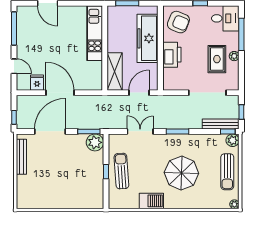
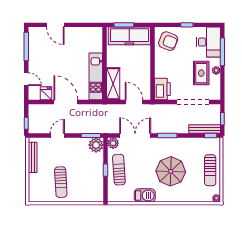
desk: (225, 18) -> (208, 42), width x1.37
kitchen unit: (95, 33) -> (96, 76), moved
freezer: (147, 38) -> (129, 36), moved, turned -90
printer: (172, 55) -> (162, 89), moved
door: (139, 93) -> (134, 102), hinge flipped
door: (50, 131) -> (57, 135), width x0.53
double door: (140, 131) -> (135, 135), width x1.37
plant: (233, 140) -> (113, 143), moved
sun lounger: (54, 185) -> (61, 182), added

